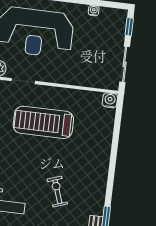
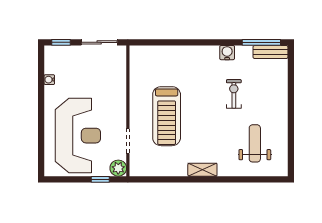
water cooler: (110, 100) -> (227, 53), moved, turned 90
exercise bike: (57, 192) -> (234, 94), turned 109

